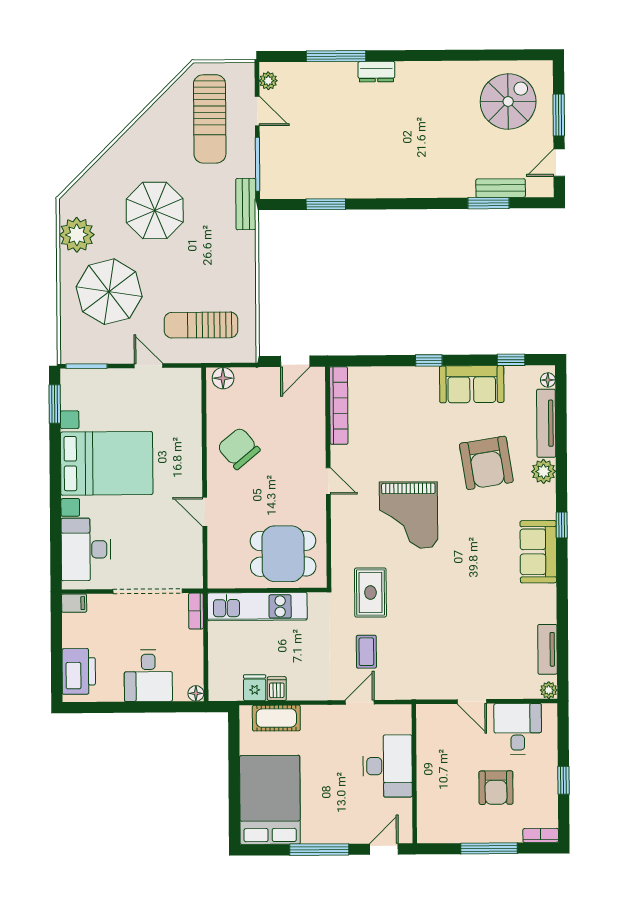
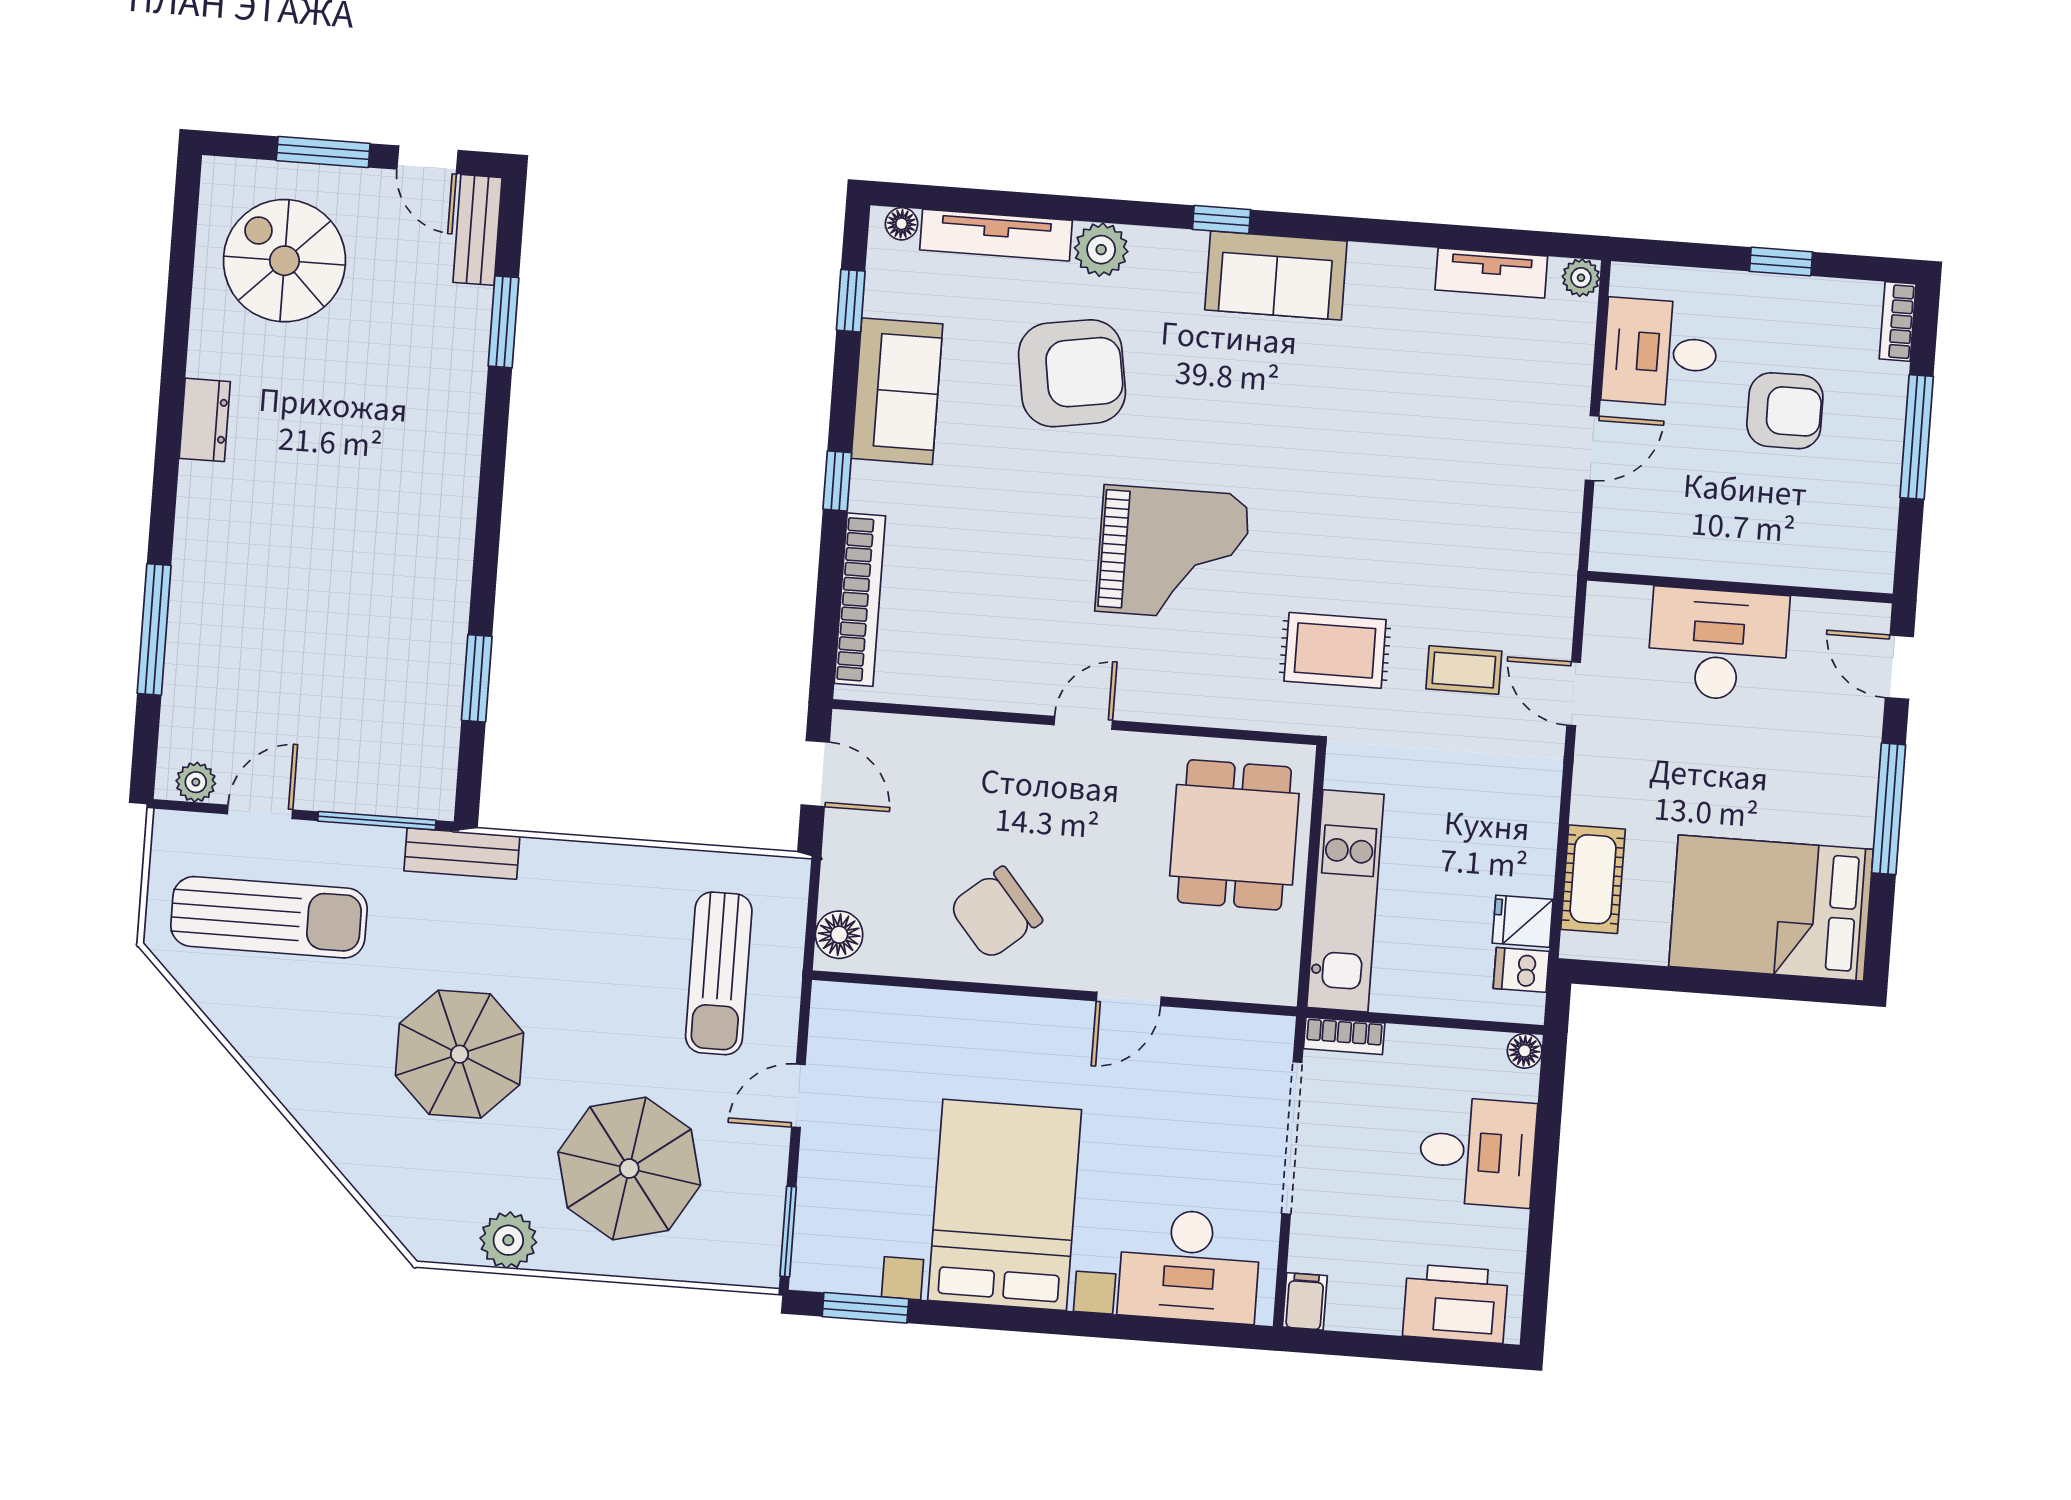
dresser: (376, 72) -> (205, 420), moved
bench: (501, 188) -> (478, 230), moved
plant: (77, 235) -> (508, 1240), width x0.73, depth x0.73
bookcase: (339, 405) -> (860, 600), moved, turned 90
dishwasher: (277, 689) -> (1521, 970), moved

